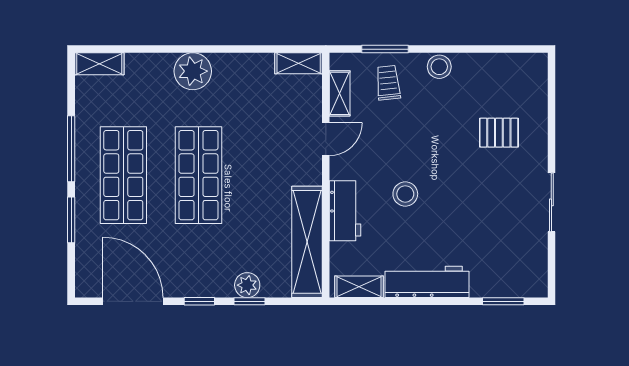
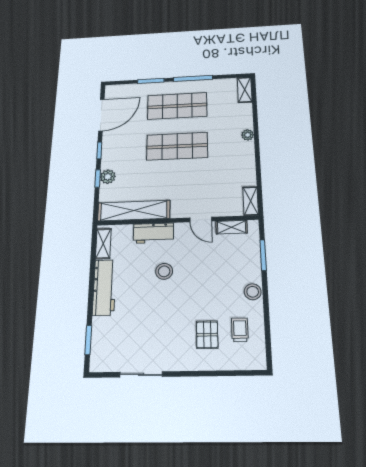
plant: (193, 71) -> (248, 135), width x0.53, depth x0.53
trolley: (388, 83) -> (240, 330), moved, turned -84
sliding door: (551, 202) -> (141, 374), moved

